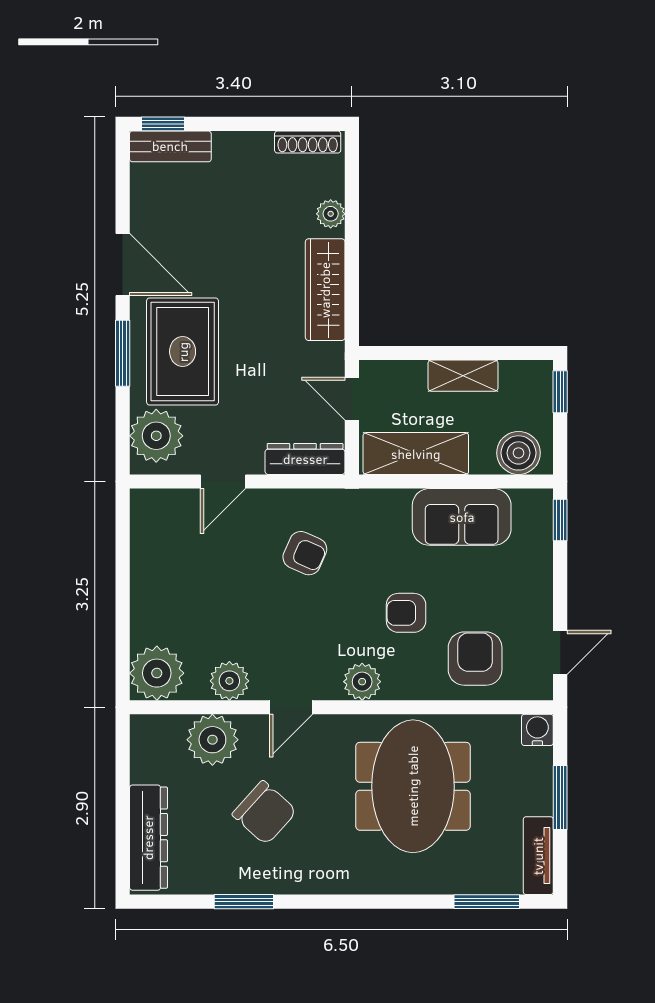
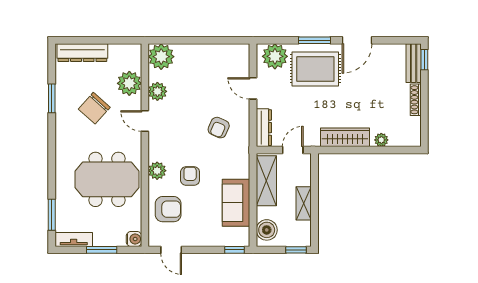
shoe rack: (308, 142) -> (416, 100), moved
plant: (362, 682) -> (157, 171), moved

